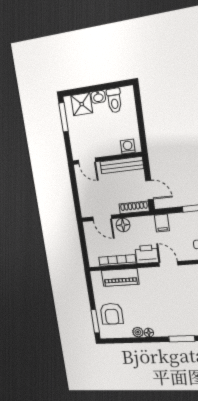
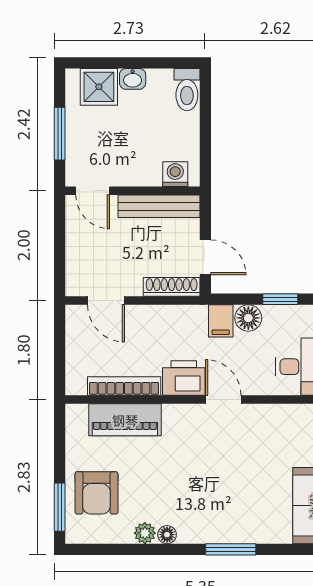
toilet: (114, 100) -> (187, 90), moved
window: (64, 117) -> (60, 134), moved
floor lamp: (123, 225) -> (248, 318), moved

